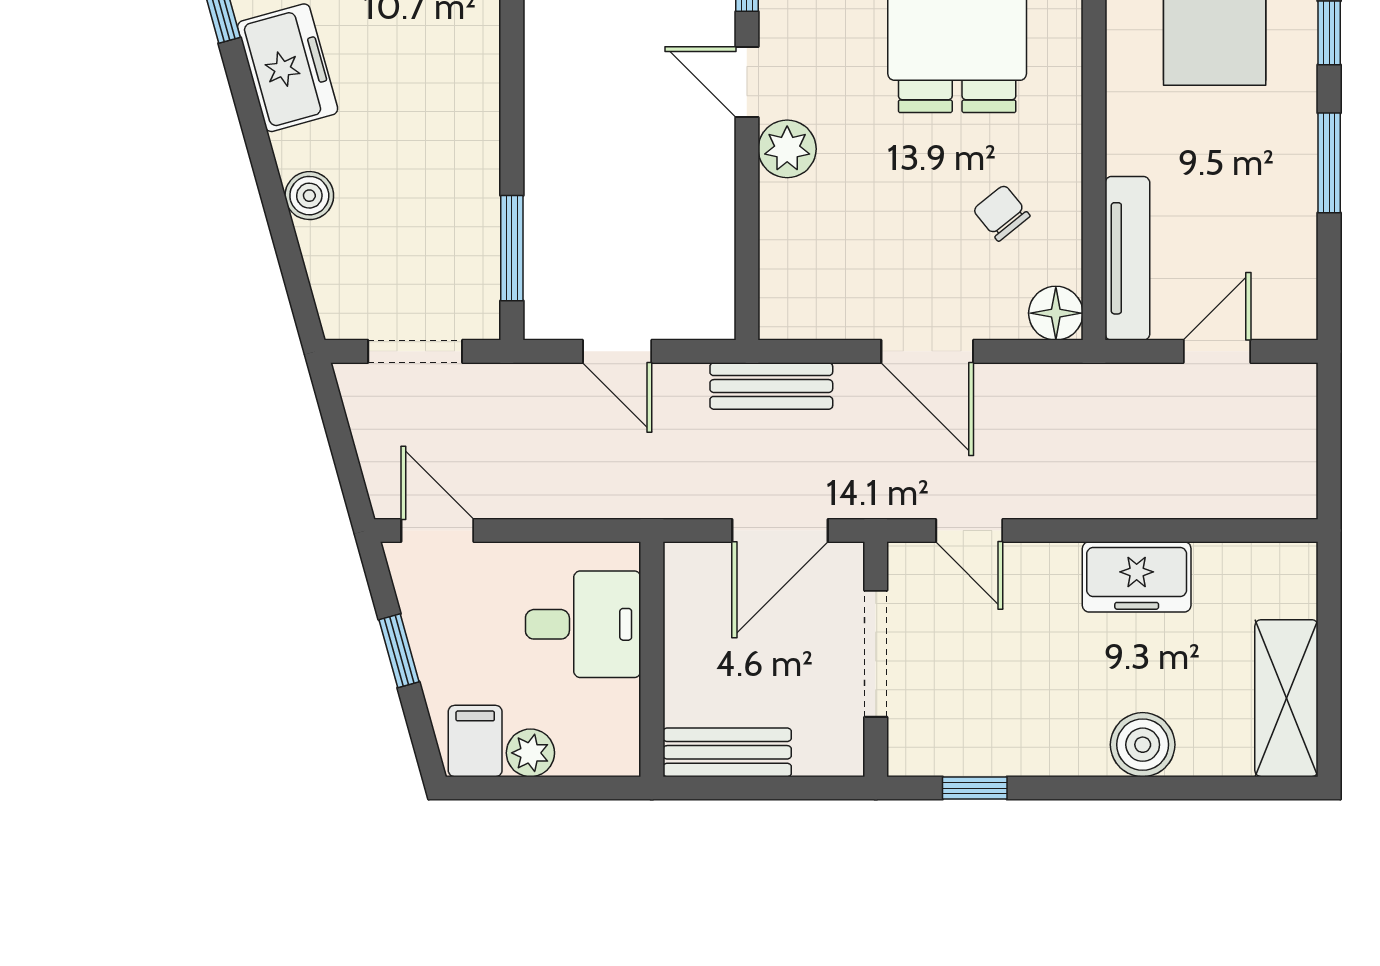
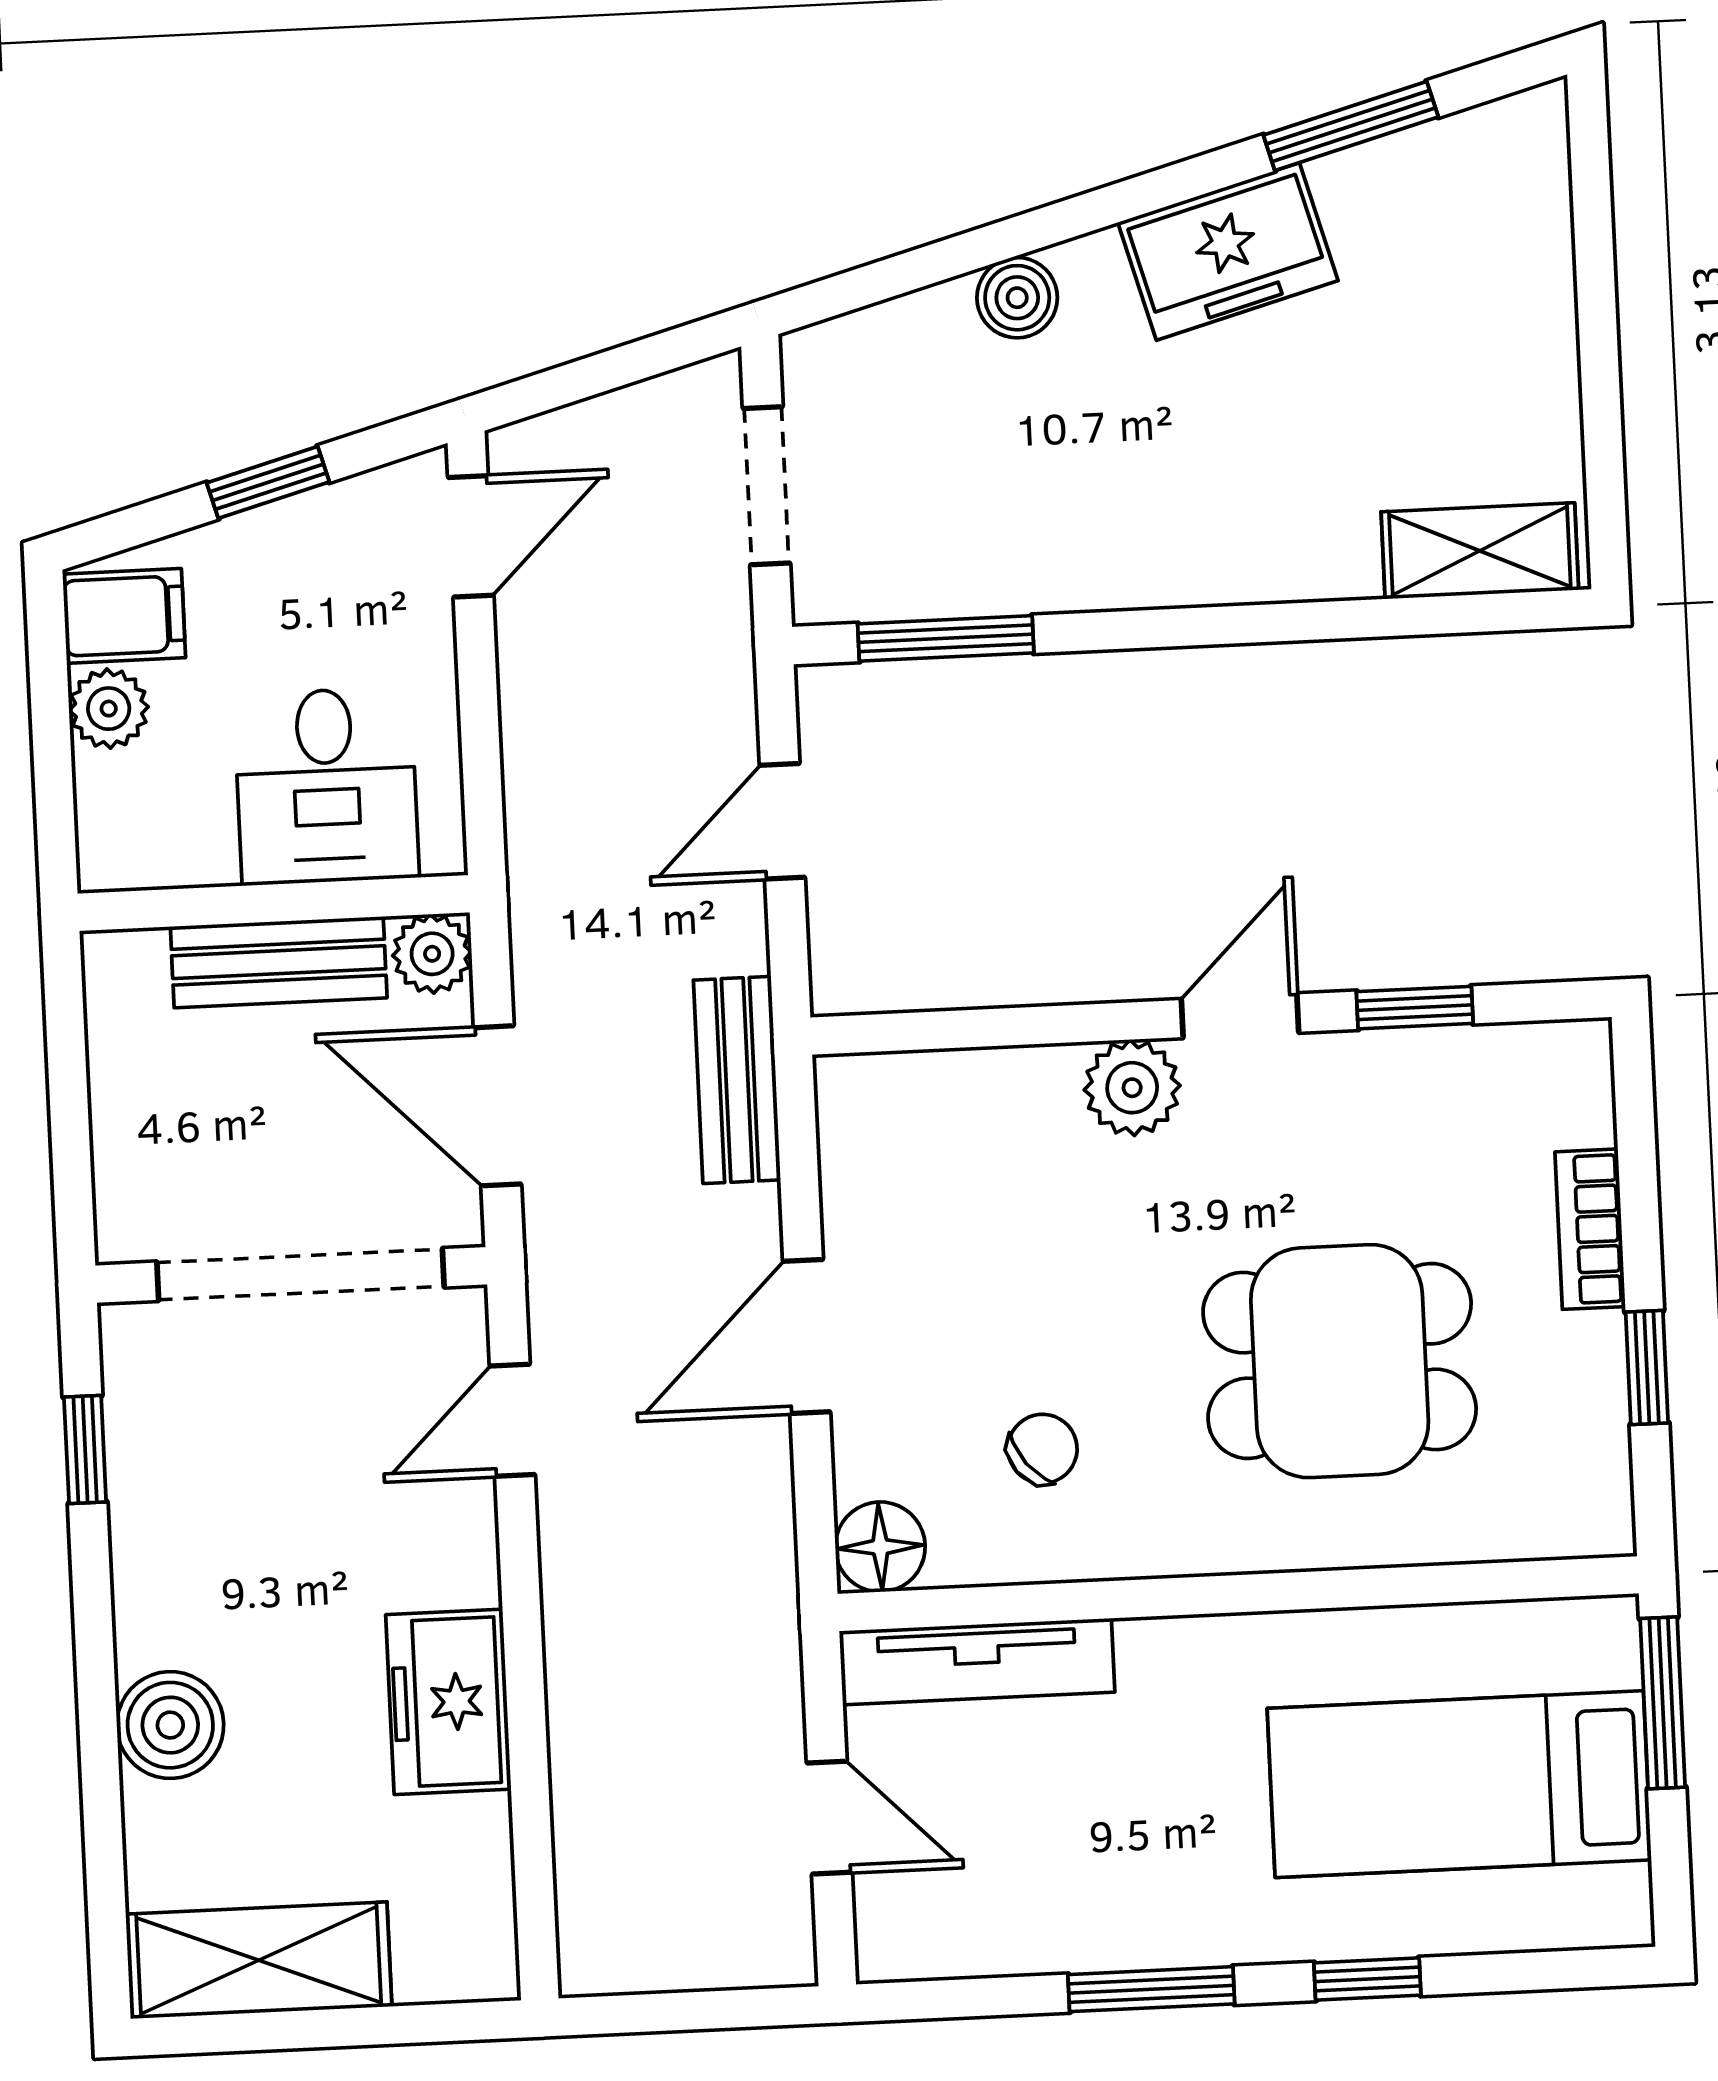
plant: (687, 566) -> (432, 954), added
doorway: (876, 654) -> (300, 1274), width x1.36
bench: (727, 752) -> (279, 962), moved, turned 90

